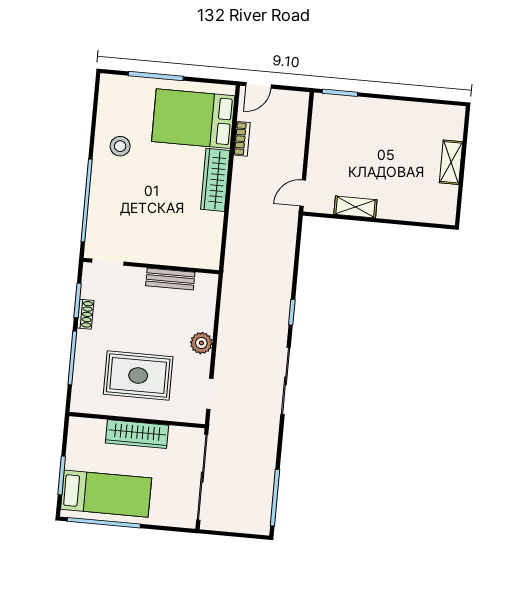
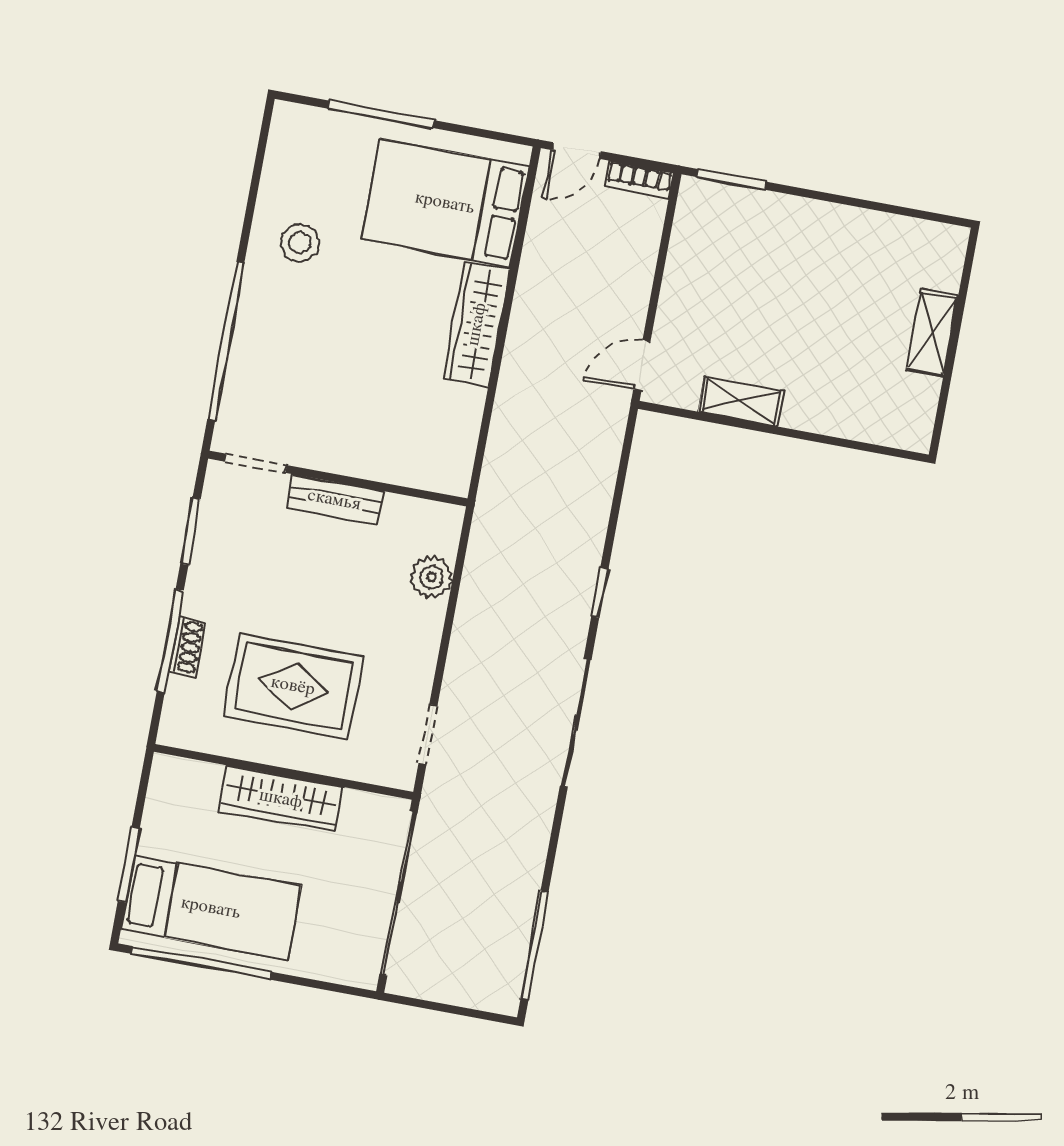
bookcase: (242, 139) -> (639, 180), moved, turned 90
bench: (170, 279) -> (334, 500), moved
shoe rack: (85, 314) -> (187, 647), moved
plant: (201, 343) -> (431, 577), moved

